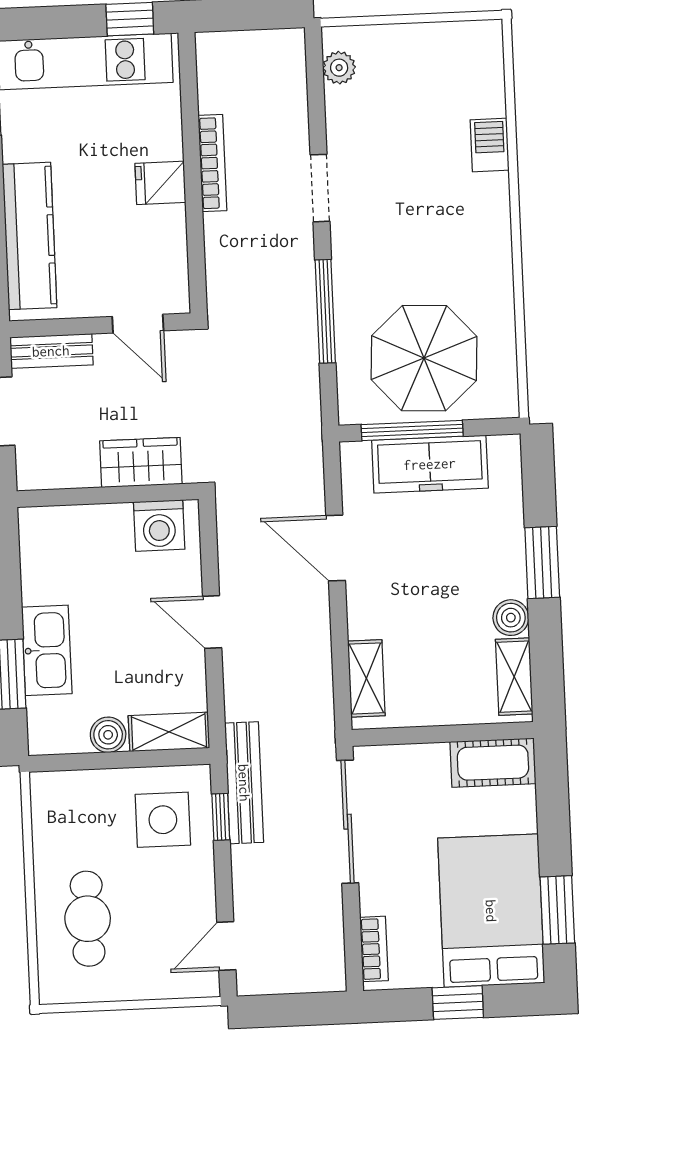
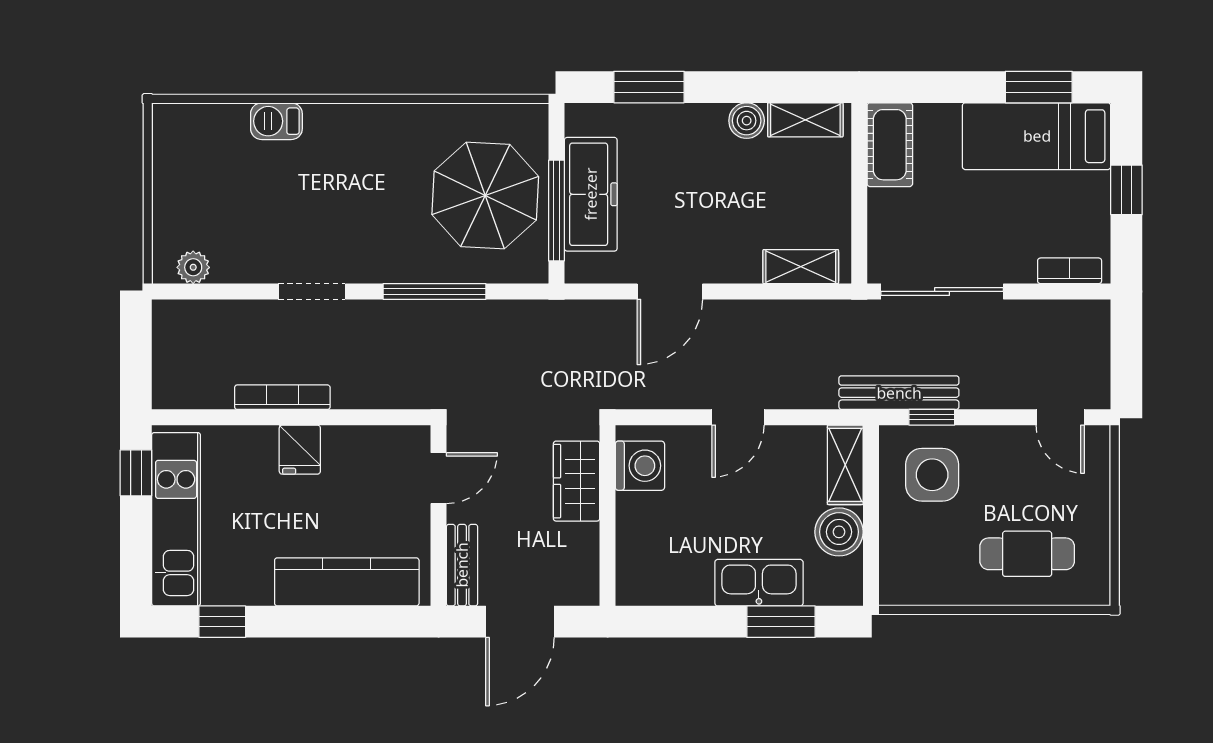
window: (542, 562) -> (649, 87), moved
boiler: (108, 735) -> (839, 532), width x1.36, depth x1.36
bed: (491, 911) -> (1037, 136), width x0.67

